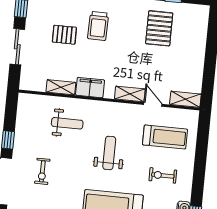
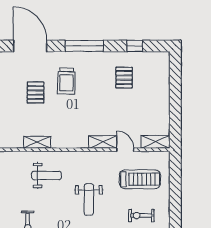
pallet: (159, 28) -> (124, 78), width x0.67, depth x0.71
pallet: (64, 35) -> (36, 92), turned 90
filing cabinet: (90, 88) -> (65, 140), removed
weight bench: (109, 153) -> (89, 199), turned 180

